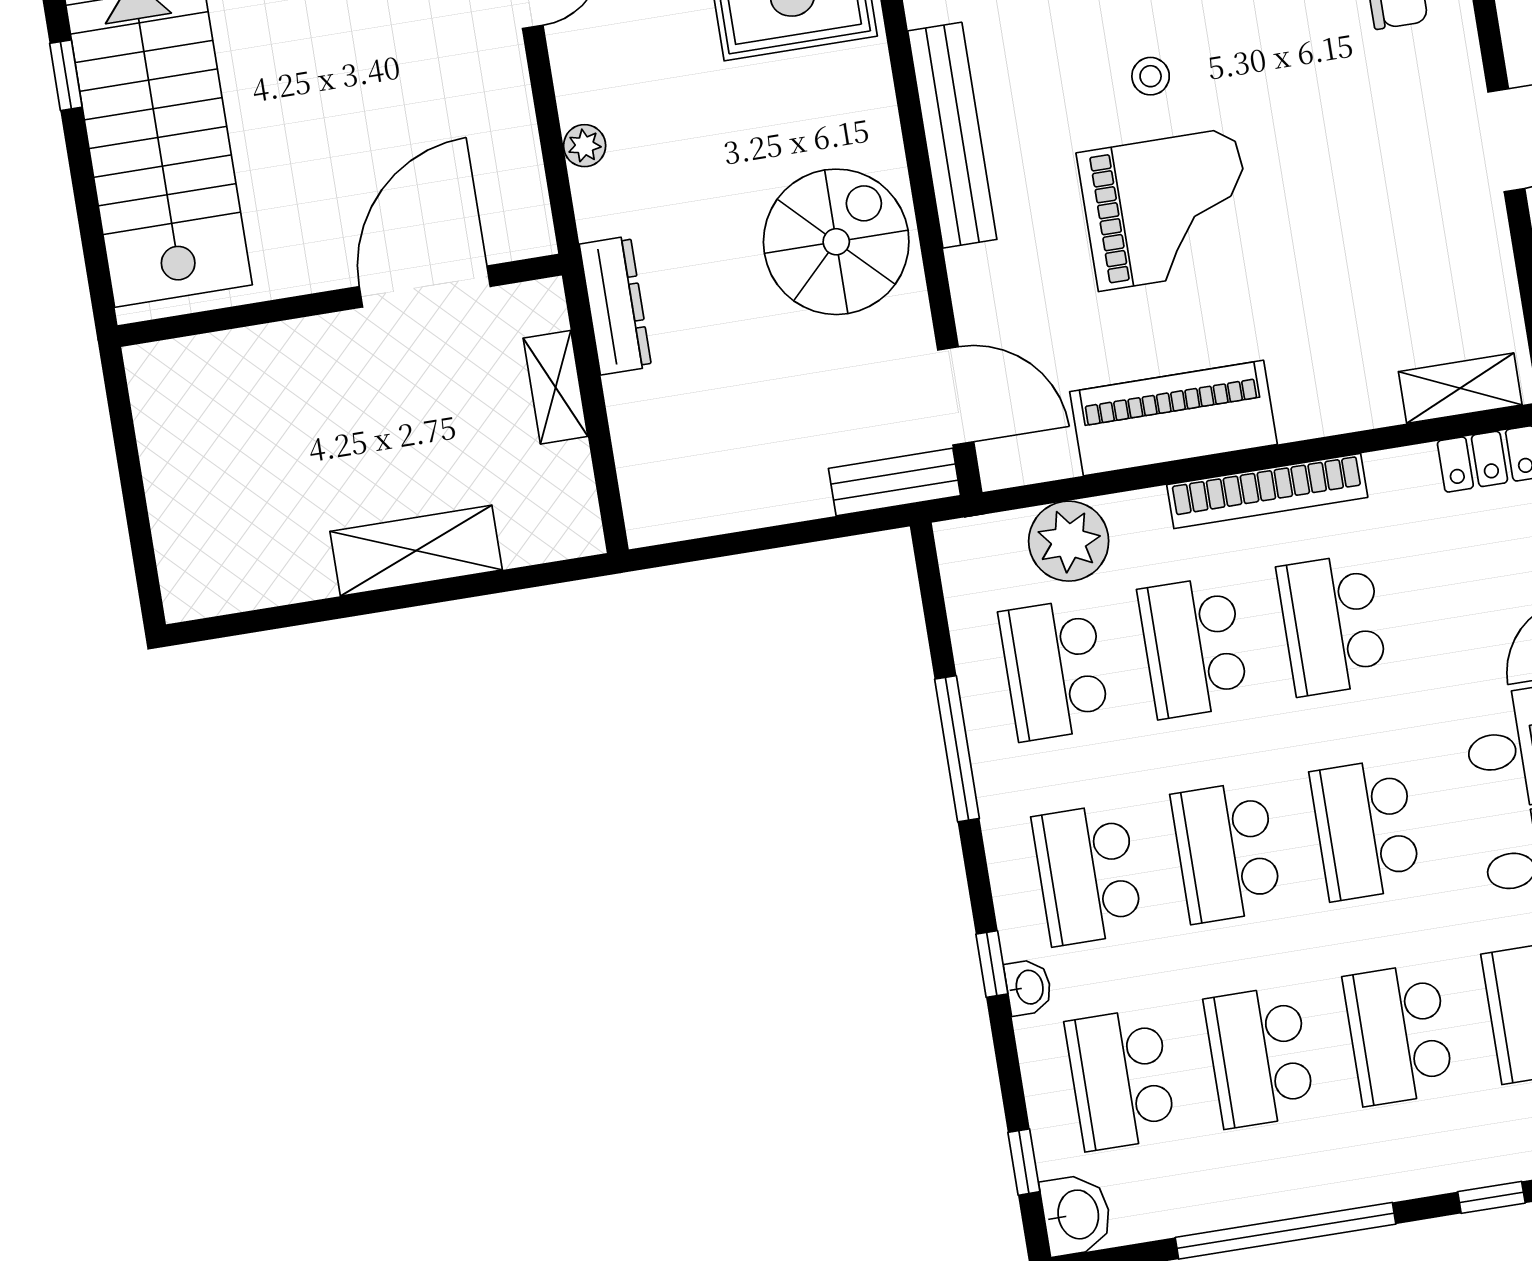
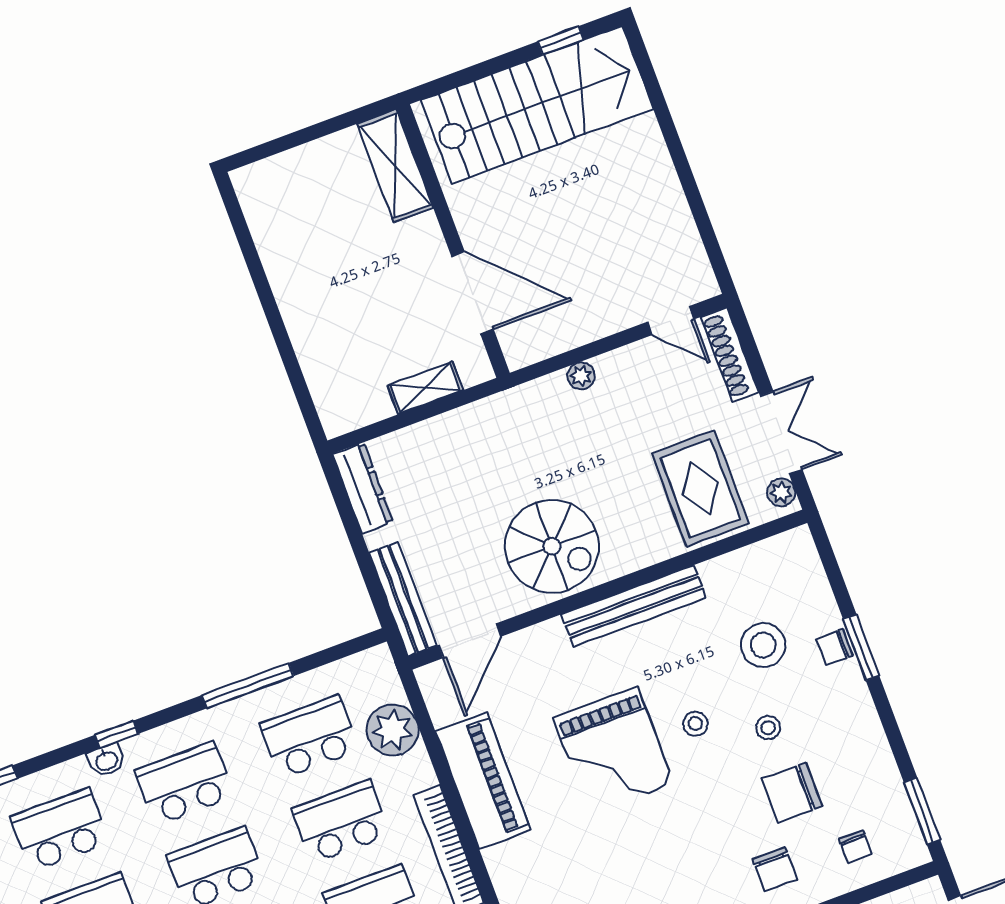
dresser: (615, 305) -> (363, 488), moved, turned -90
bench: (895, 482) -> (403, 599), width x1.36
shelving: (416, 551) -> (395, 166), moved

